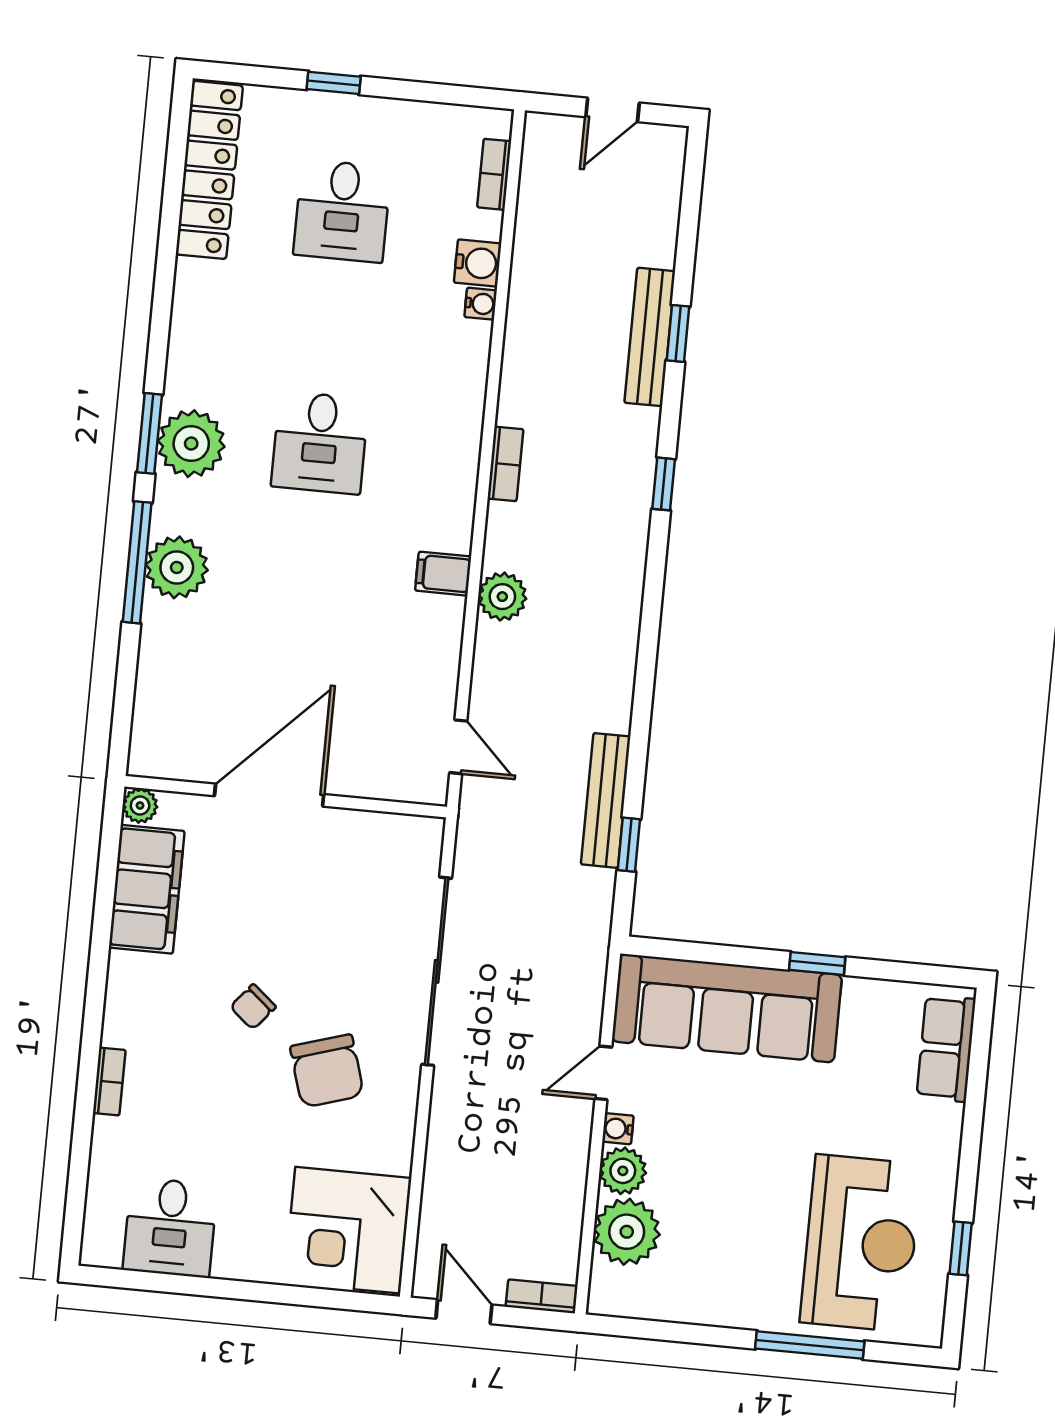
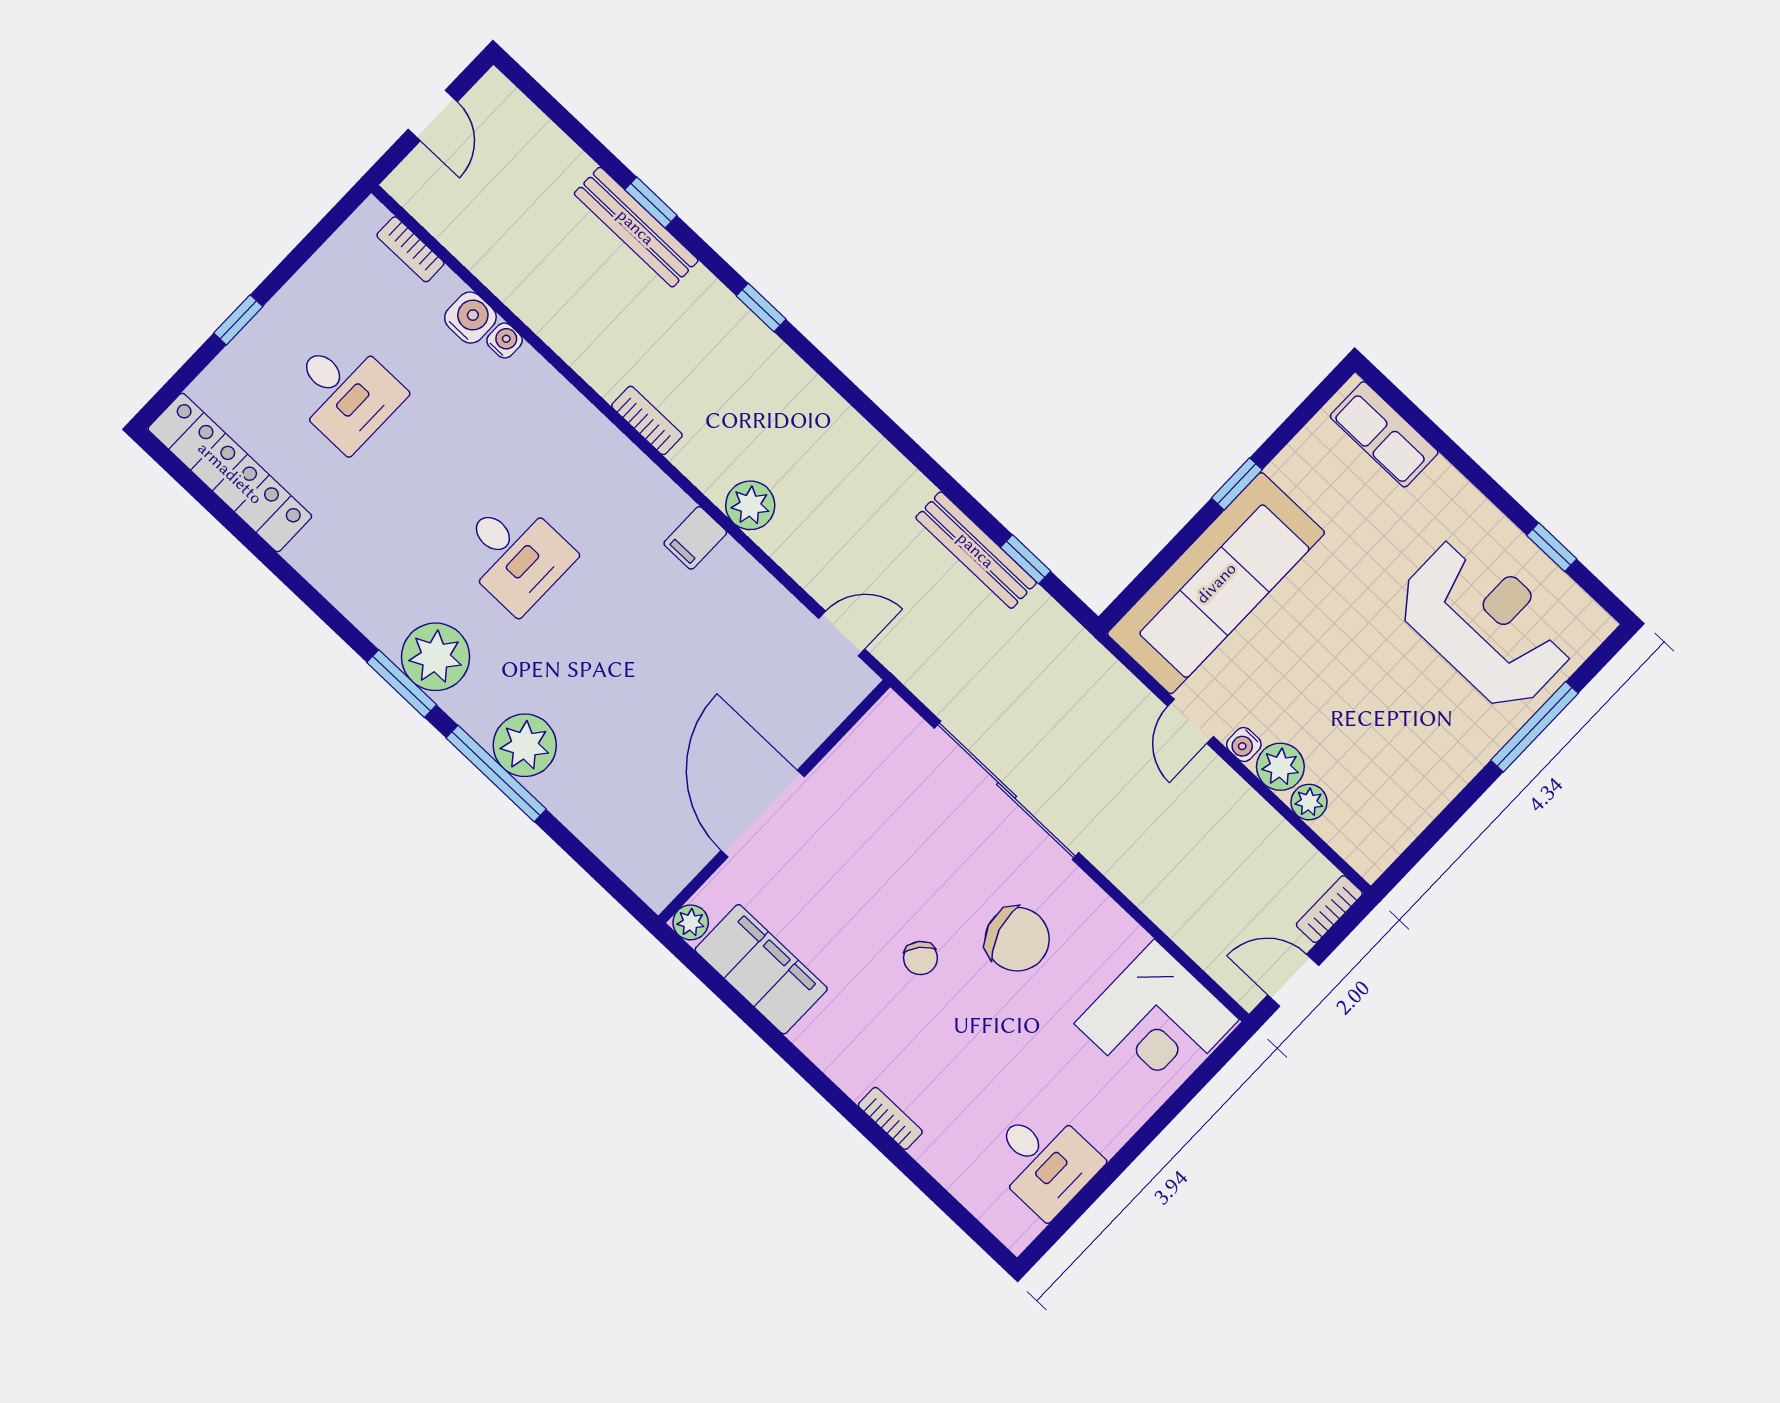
plant: (627, 1232) -> (1309, 802), width x0.53, depth x0.53

